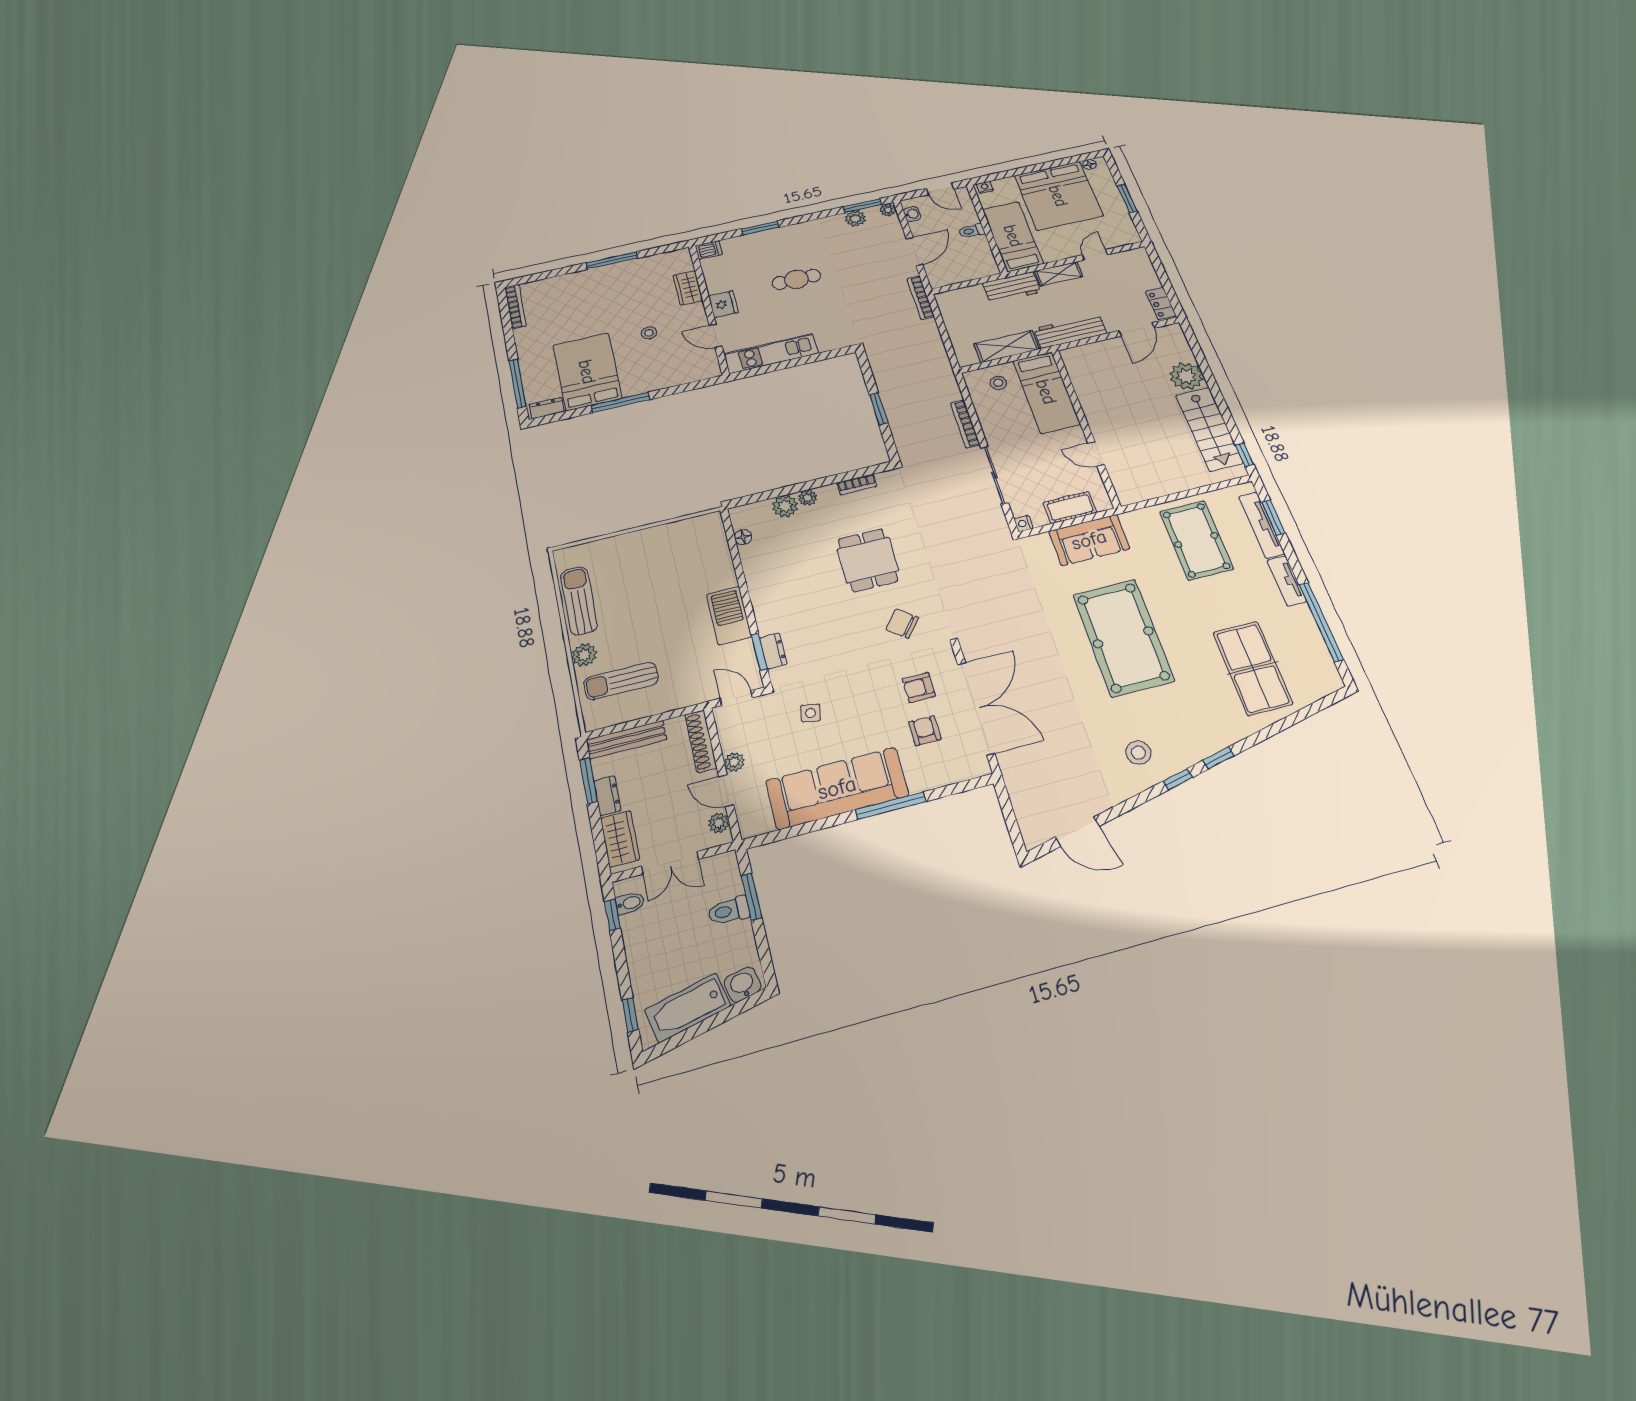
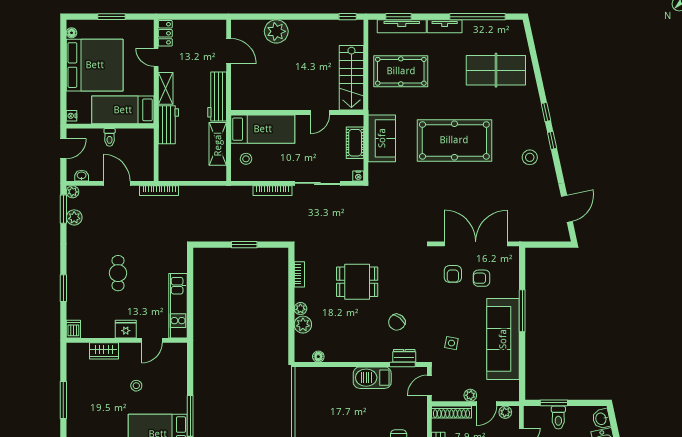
locker: (1161, 304) -> (165, 33), moved, turned -90
stairs: (1209, 429) -> (351, 78), moved, turned 90
chair: (902, 624) -> (397, 322), moved

